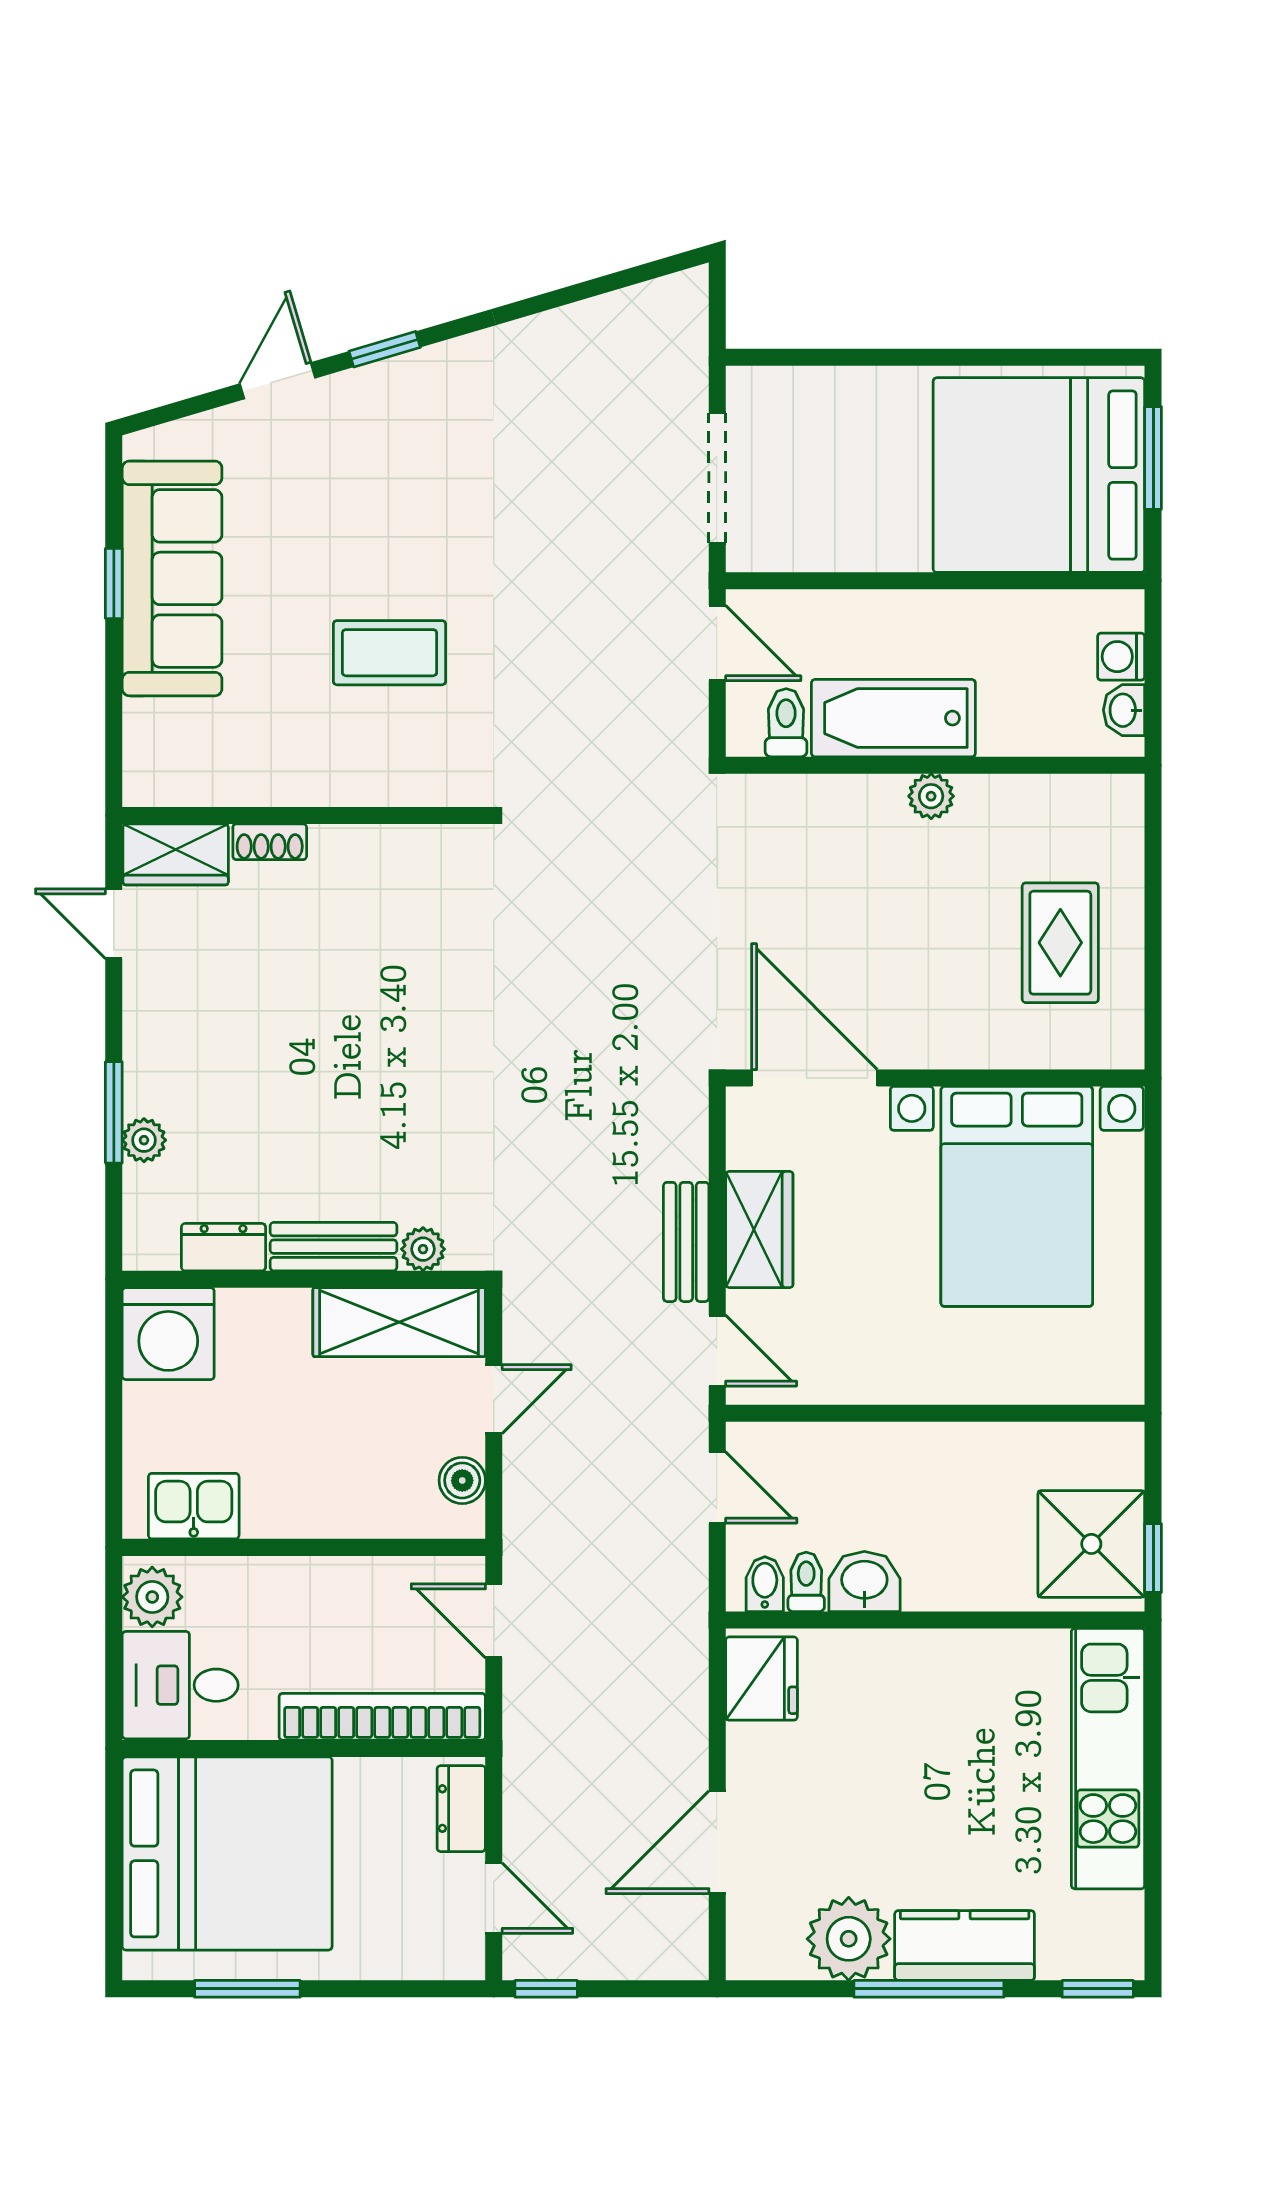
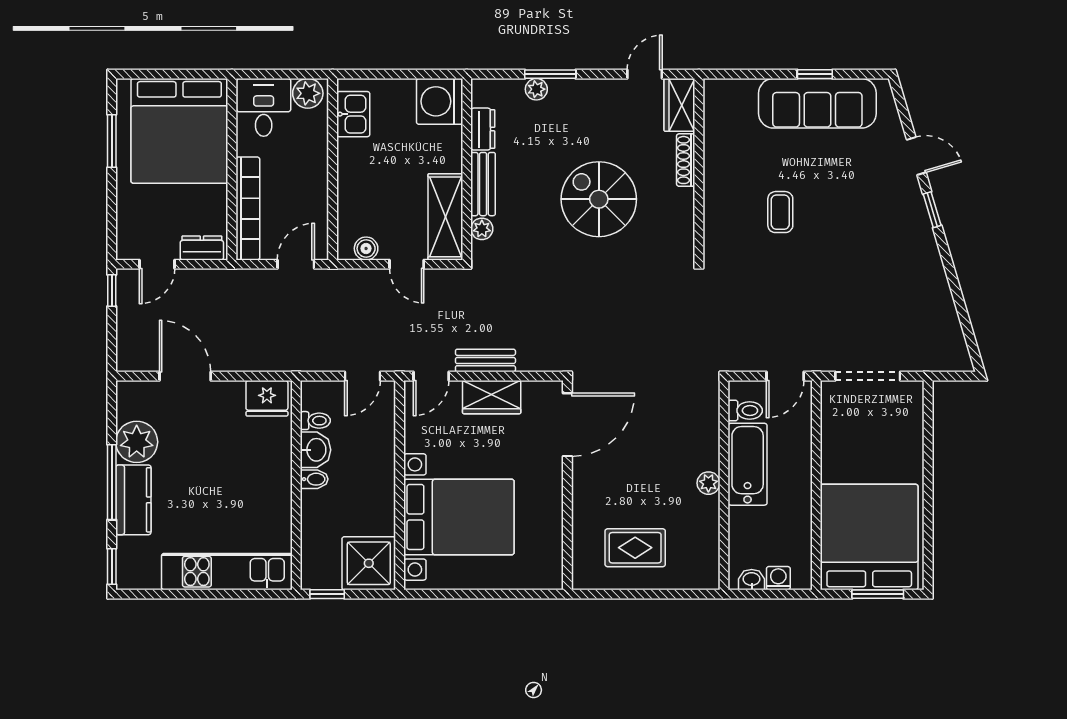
coffee table: (389, 653) -> (780, 212), width x0.73, depth x0.77
shoe rack: (270, 842) -> (686, 160), width x1.43
spiral stairs: (364, 1015) -> (599, 199), added
bed with nightstands: (1017, 1196) -> (459, 517), moved, turned 180
shower: (1091, 1544) -> (369, 563), moved
bidet: (765, 1584) -> (314, 479), moved

